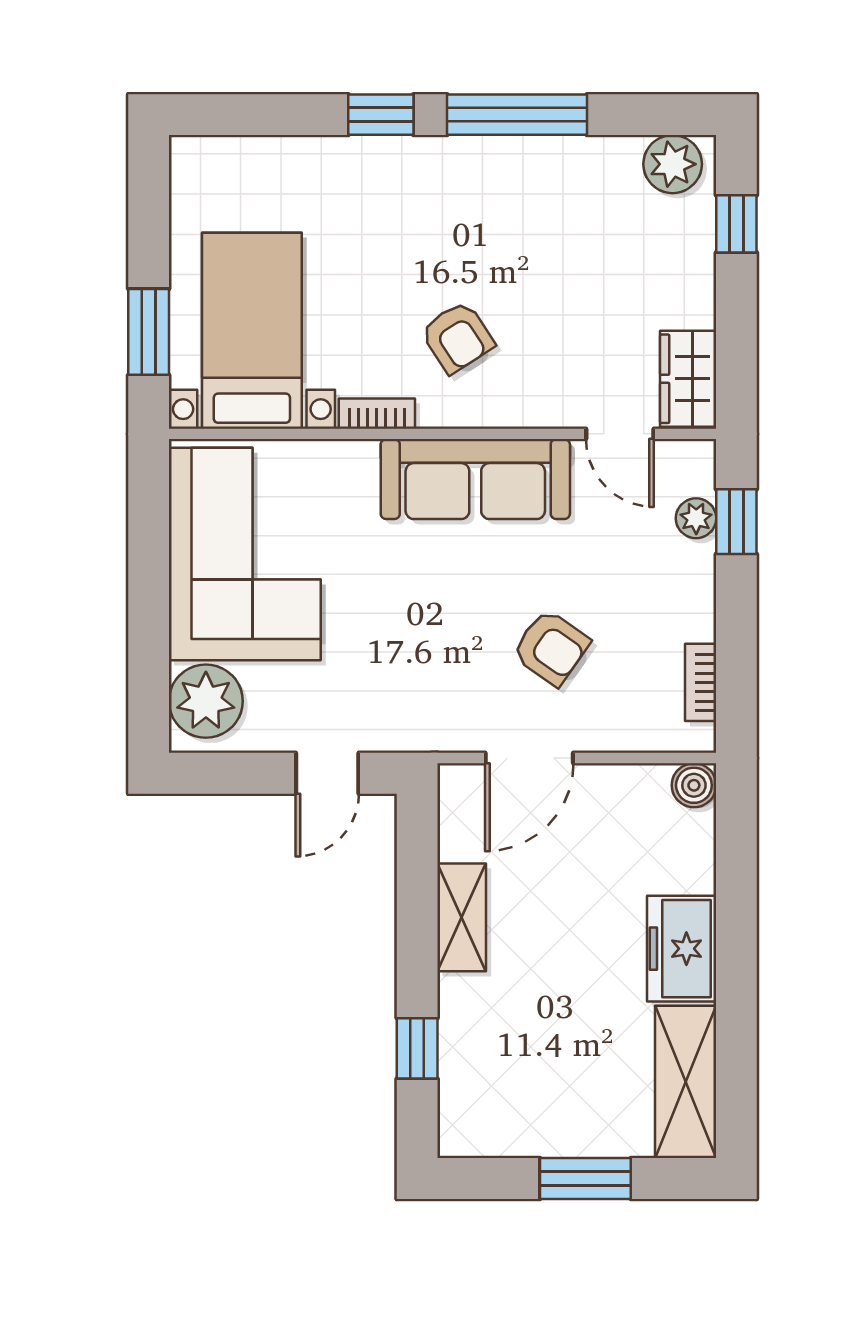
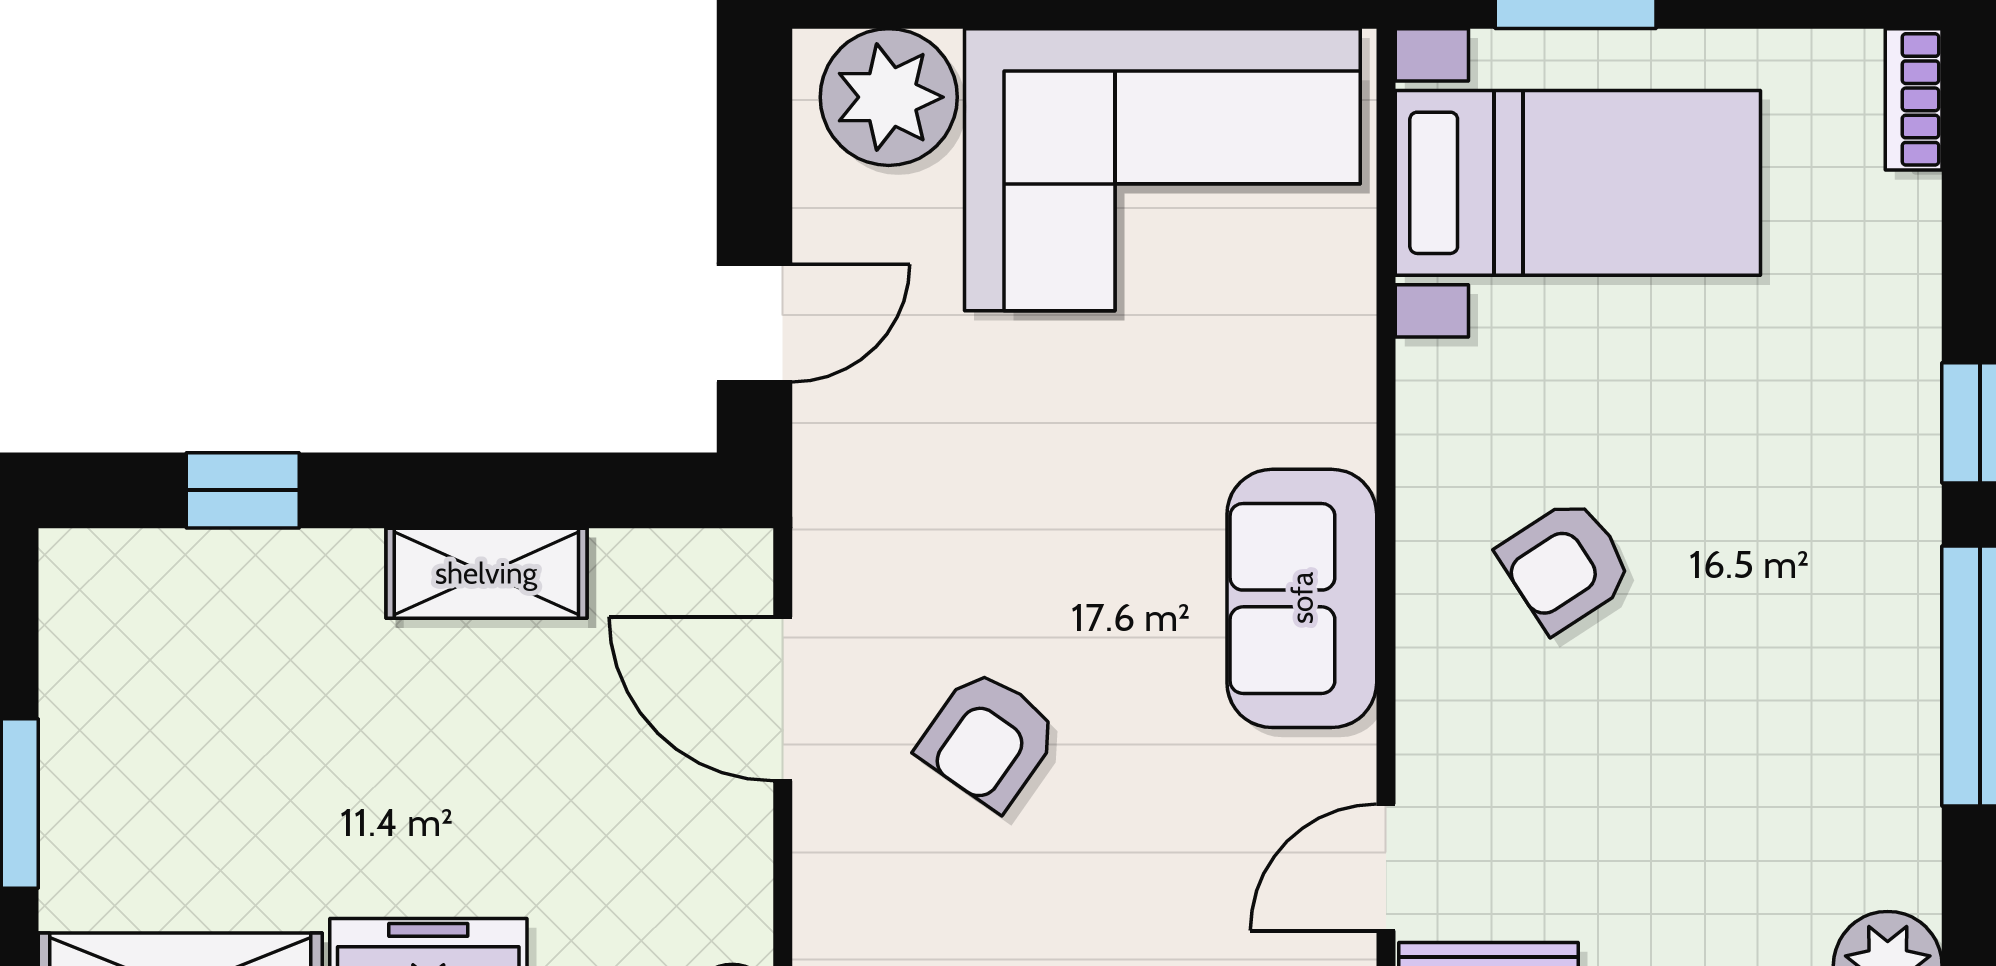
bookcase: (377, 414) -> (1914, 99), moved, turned 180
sofa: (475, 479) -> (1302, 598), width x0.73
door: (327, 773) -> (755, 323), swing flipped

